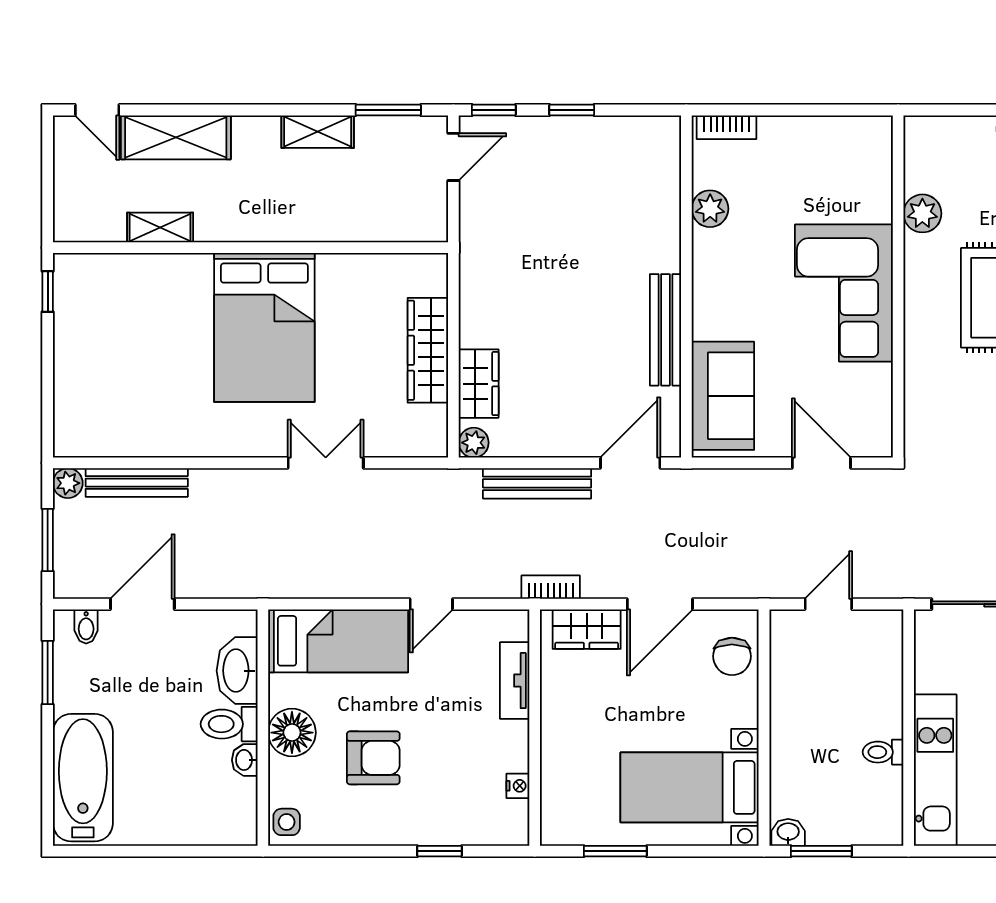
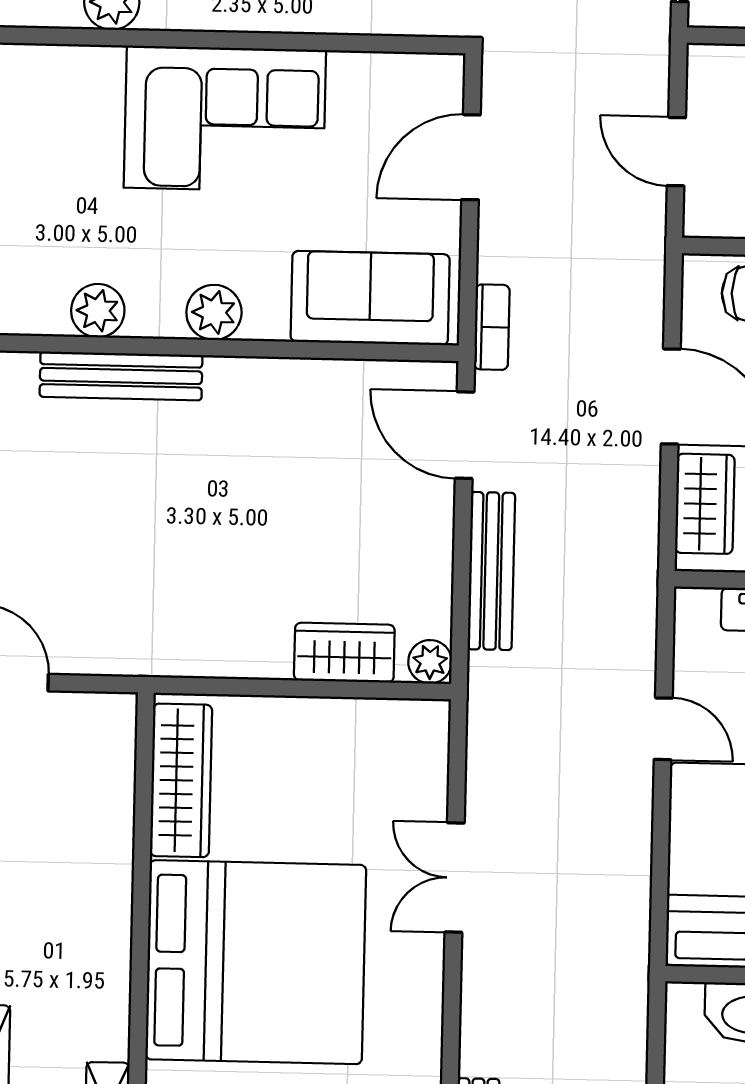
plant: (711, 289) -> (214, 312), added
bed: (264, 327) -> (256, 962), width x1.36
bench: (665, 330) -> (121, 376), moved
wardrobe: (428, 350) -> (181, 780), moved, turned -90
bookcase: (551, 587) -> (492, 327), moved, turned 180

